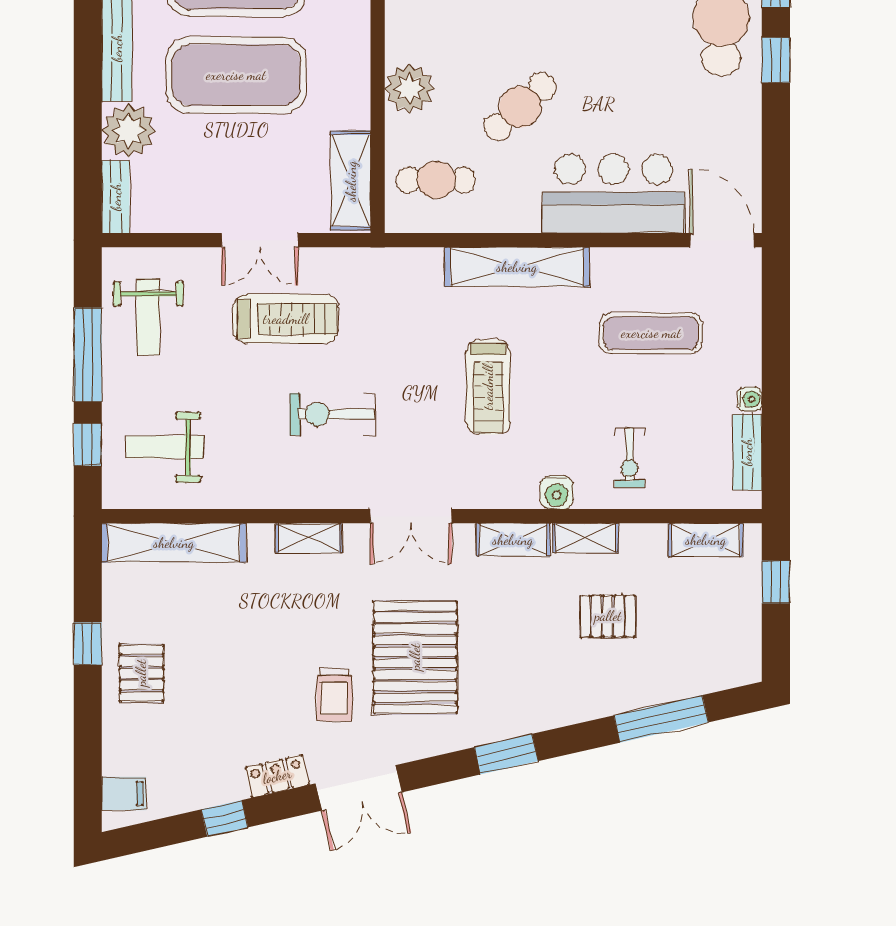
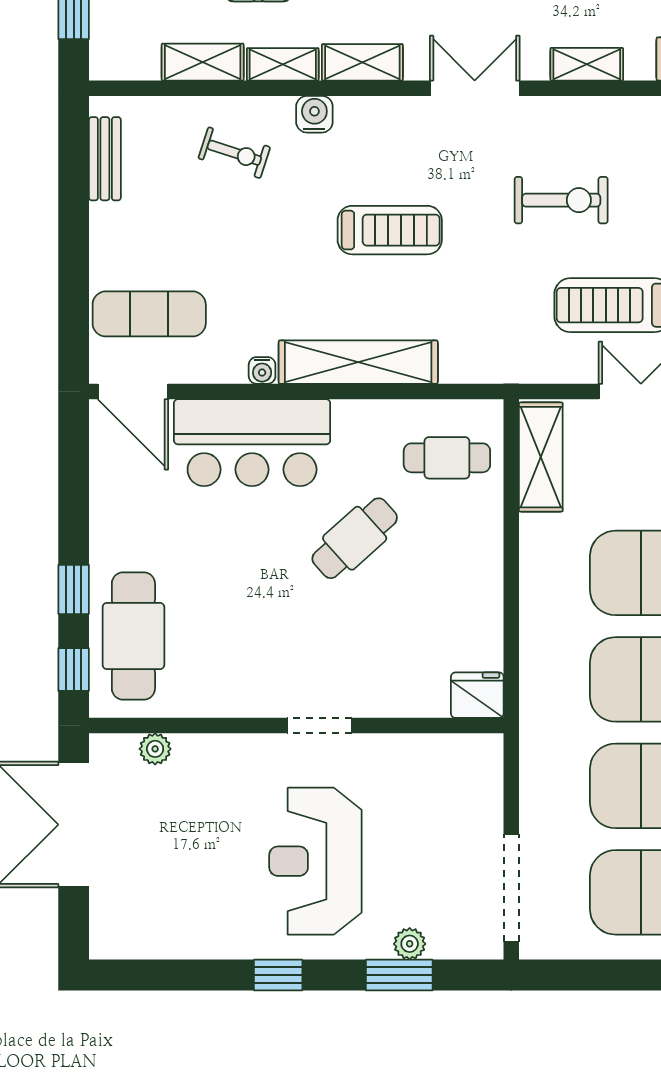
plant: (409, 88) -> (476, 558), removed
exercise mat: (651, 333) -> (149, 314), moved
treadmill: (488, 387) -> (390, 230), turned 90
water cooler: (750, 399) -> (262, 370), moved, turned -90
exercise bike: (630, 457) -> (234, 153), turned 108
shelving: (706, 540) -> (203, 62), moved

